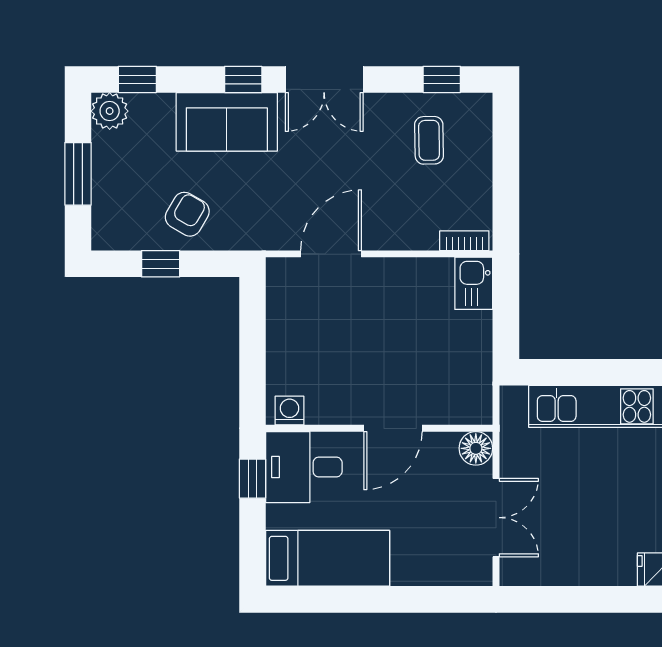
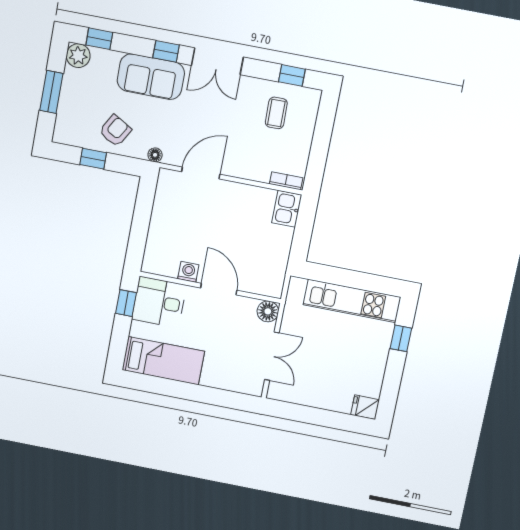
floor lamp: (255, 240) -> (155, 155), added
washing machine: (290, 411) -> (188, 272), moved
door: (393, 428) -> (219, 289), swing flipped

